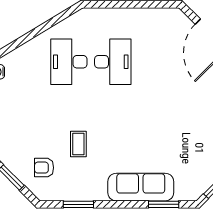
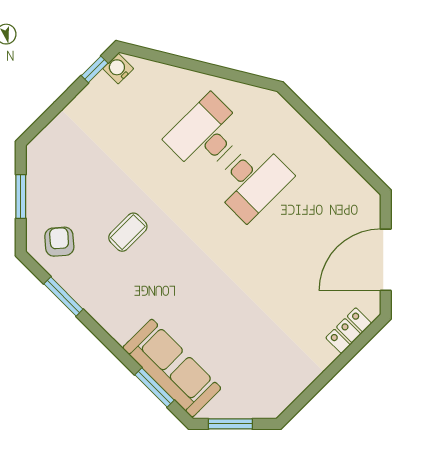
armchair: (44, 168) -> (59, 242), moved, turned 41
sofa: (141, 187) -> (172, 368), moved

